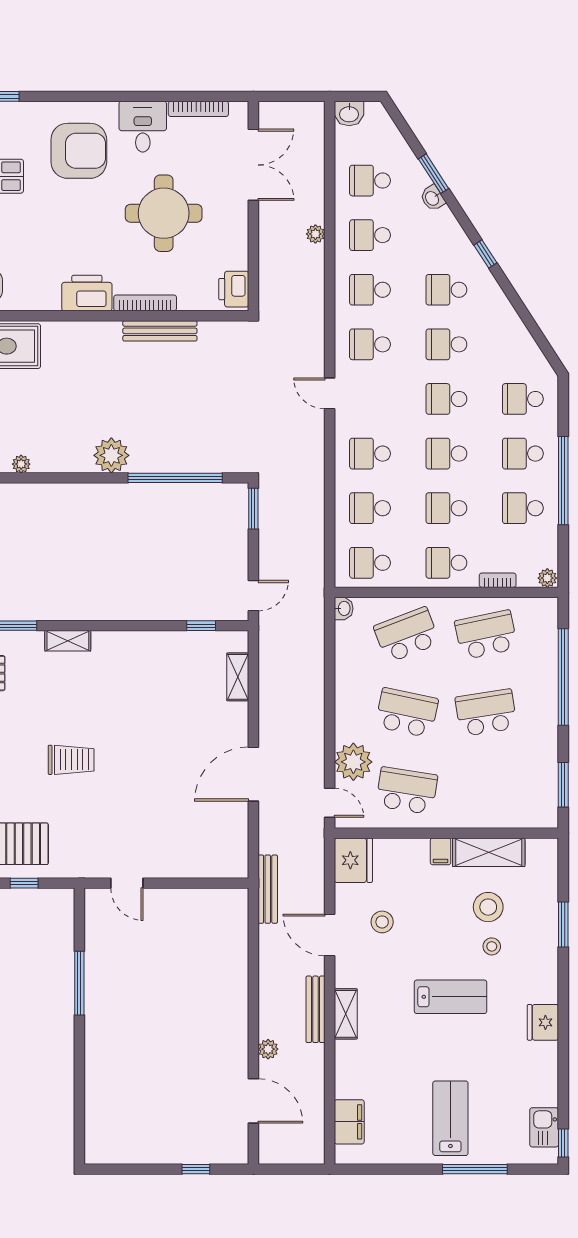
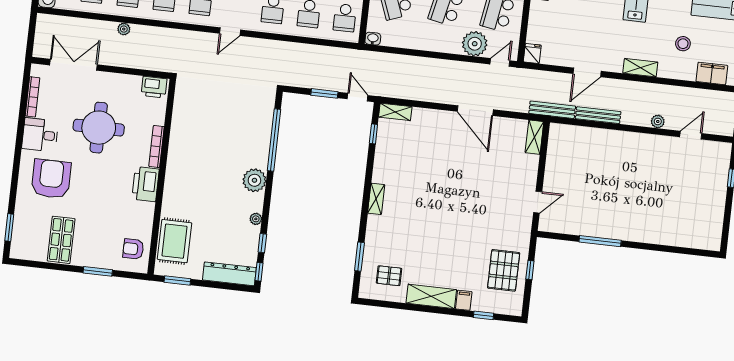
bench: (160, 331) -> (176, 139), removed
plant: (21, 464) -> (256, 219), moved
window: (19, 478) -> (262, 243), added
window: (253, 509) -> (324, 93), moved
shelving: (68, 641) -> (376, 199), moved
shelving: (238, 677) -> (395, 112), moved
trolley: (71, 760) -> (452, 230), removed
fridge: (353, 860) -> (532, 53), width x0.53, depth x0.75
shelving: (224, 867) -> (534, 137), added
stool: (382, 922) -> (683, 44), moved
bench: (315, 1009) -> (598, 115), moved
door: (253, 1101) -> (691, 135), width x0.73

